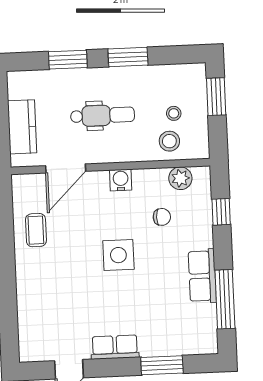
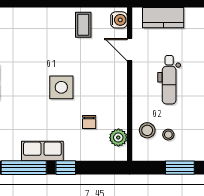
door: (66, 168) -> (130, 50), width x0.73
water cooler: (121, 180) -> (119, 20), moved
window: (221, 212) -> (66, 168), moved
coffee table: (36, 230) -> (83, 25), turned 90

